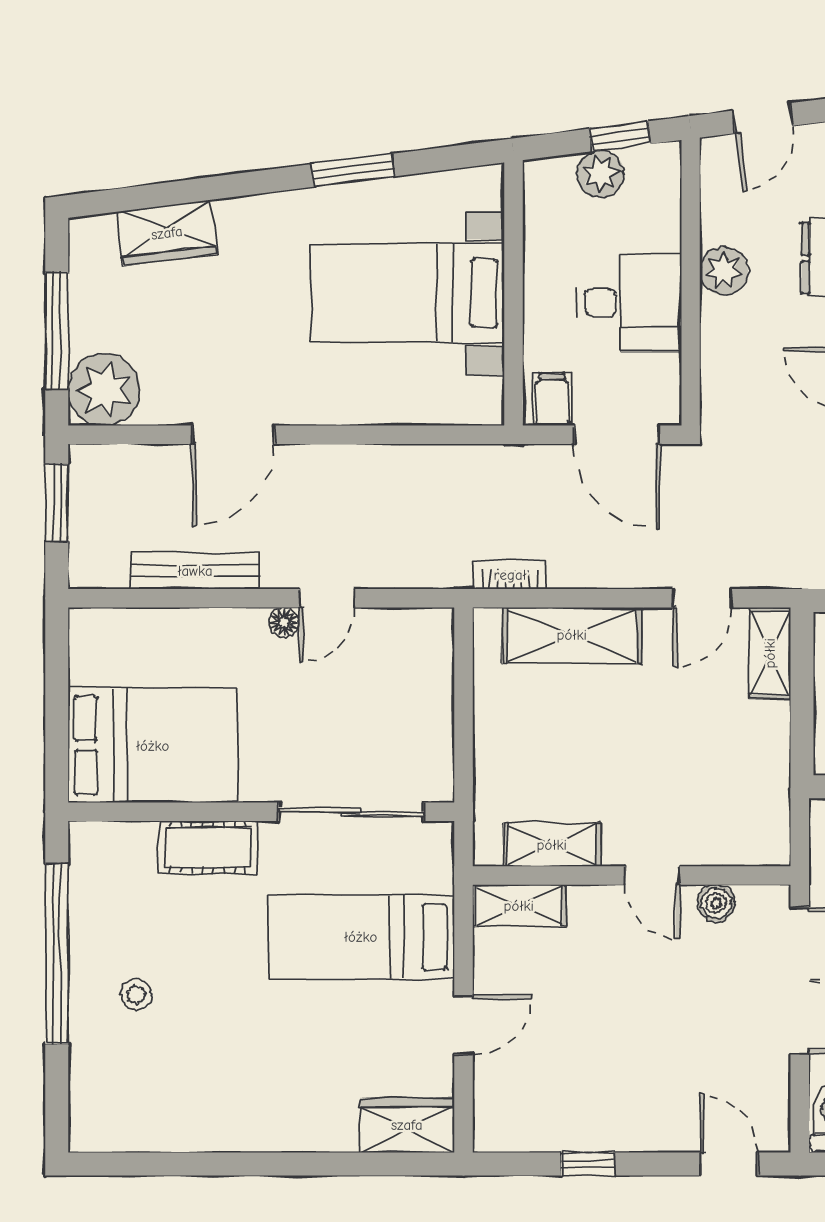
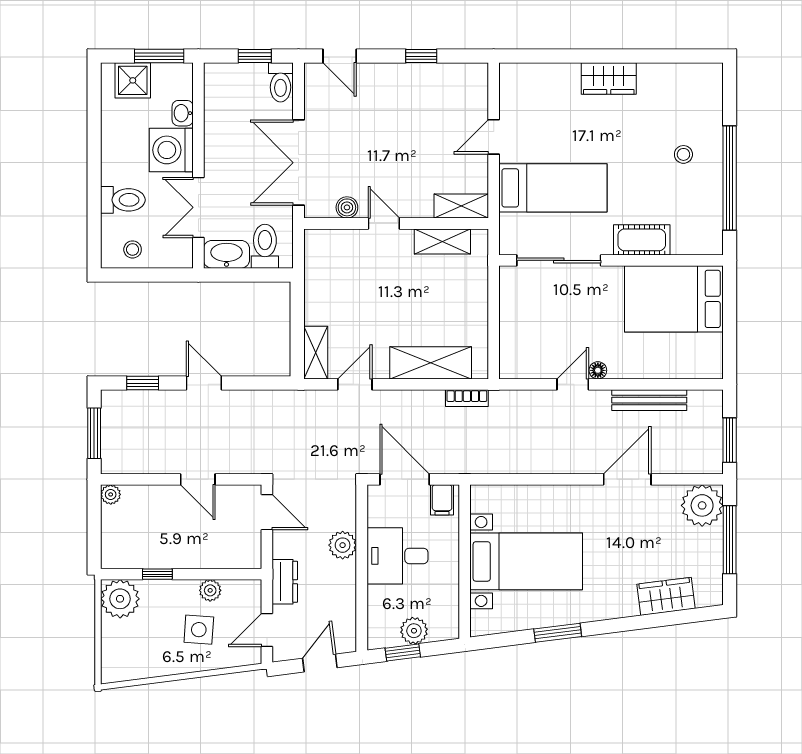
plant: (724, 271) -> (343, 545), moved
wardrobe: (407, 1125) -> (609, 79), moved

